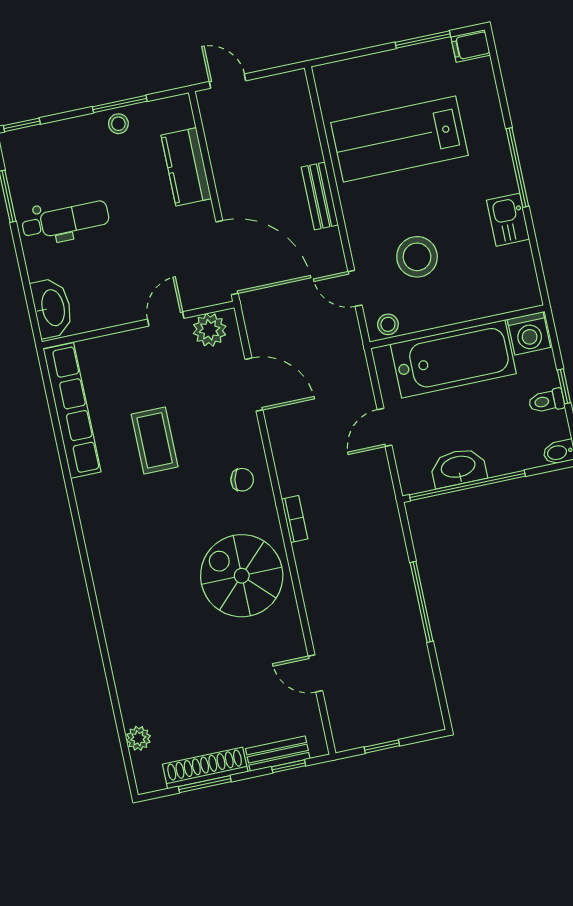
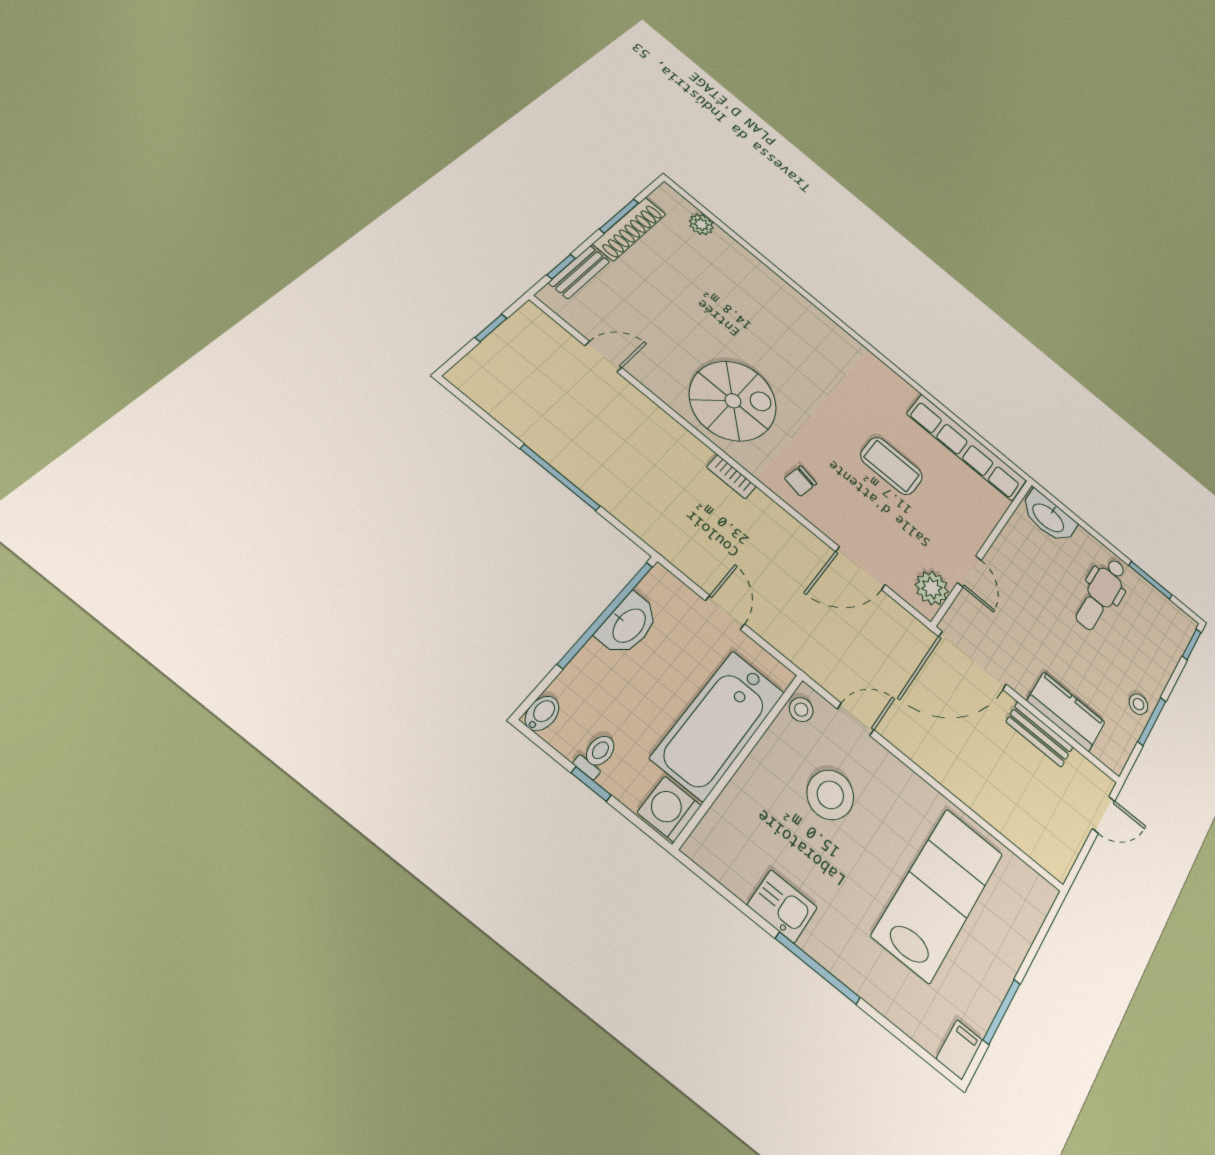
bench: (320, 196) -> (1039, 734), moved

